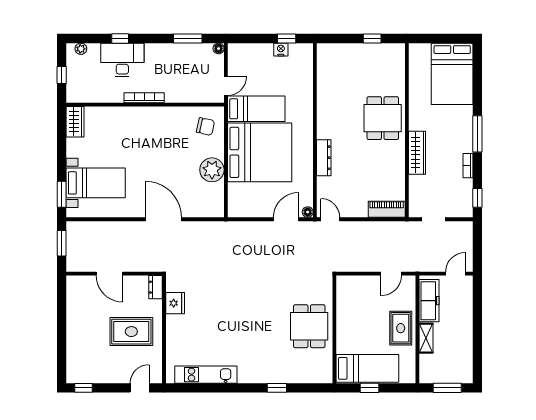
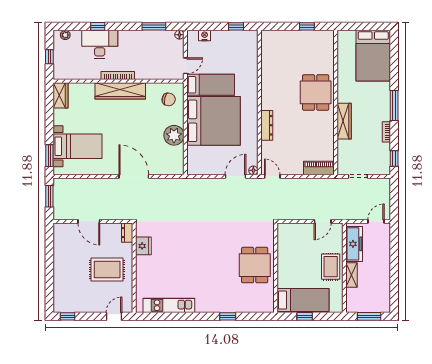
nightstand: (281, 50) -> (205, 36), moved
wardrobe: (147, 116) -> (120, 91), added

